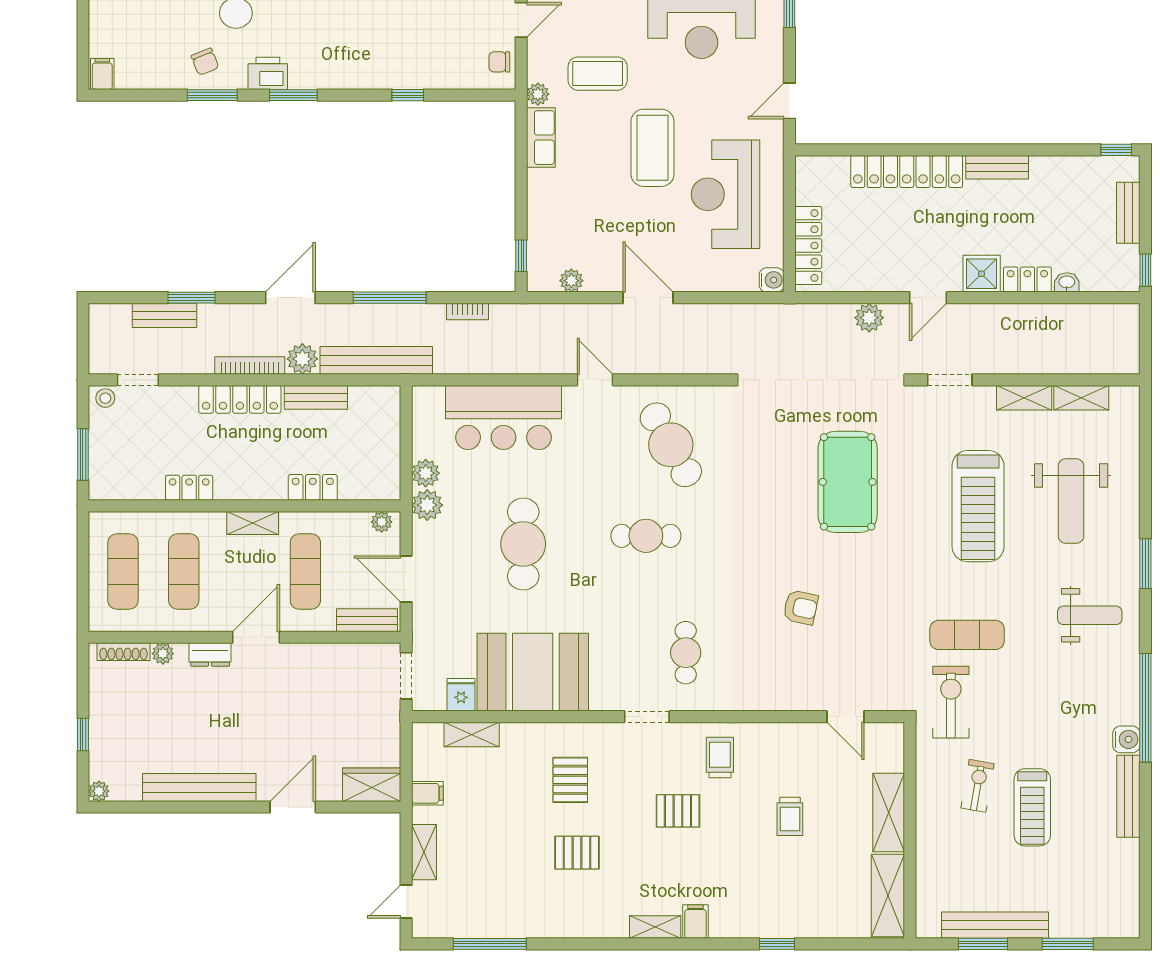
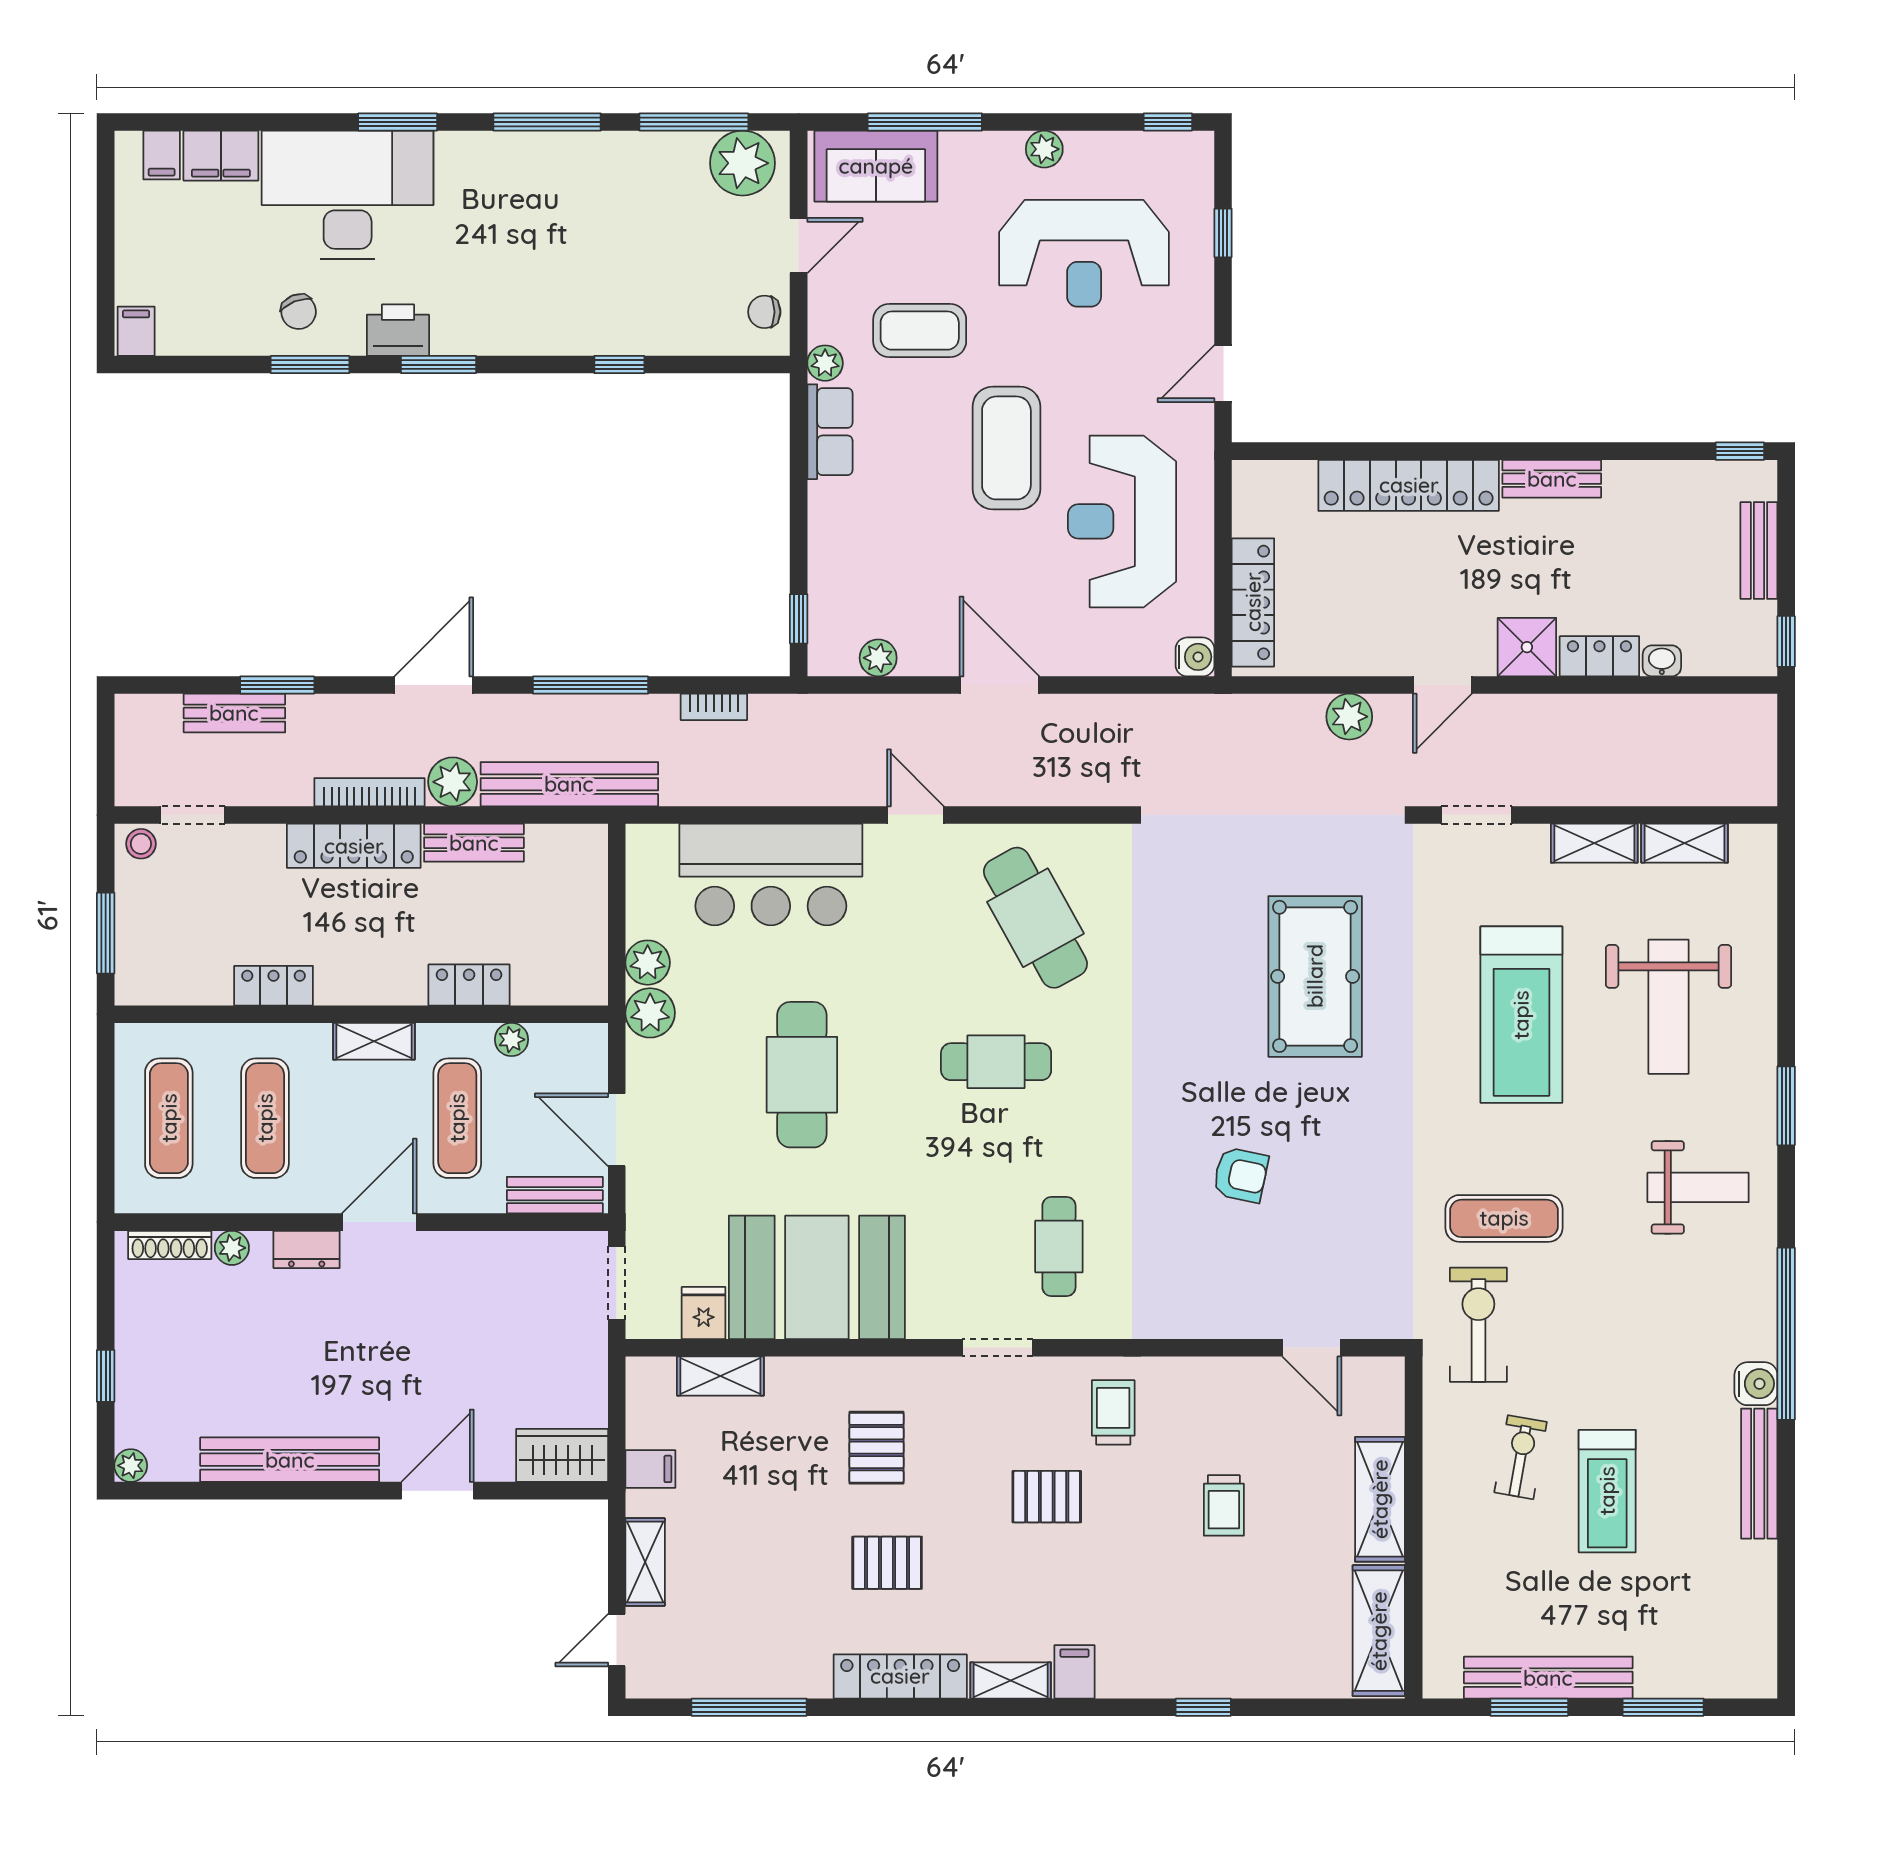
plant: (382, 522) -> (511, 1040), moved
locker: (585, 924) -> (900, 1676), added

